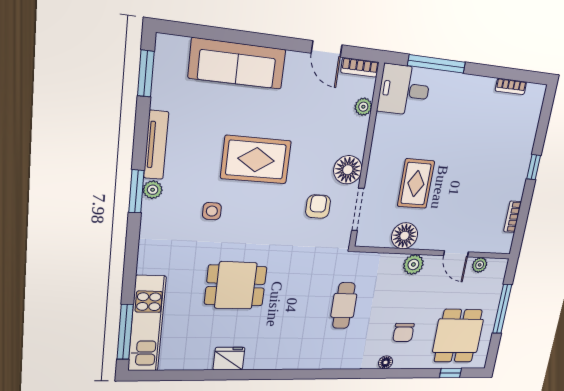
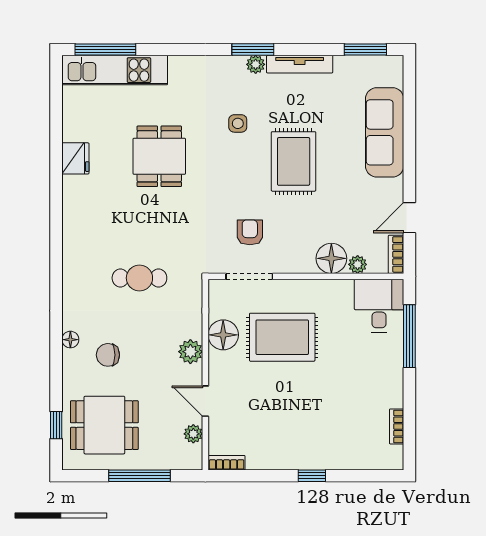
floor lamp: (348, 170) -> (331, 258), moved
rug: (416, 184) -> (282, 337), width x1.36, depth x1.43
armchair: (318, 206) -> (250, 232), turned -90
bookcase: (513, 217) -> (227, 463), moved
door: (456, 254) -> (205, 401), hinge flipped

